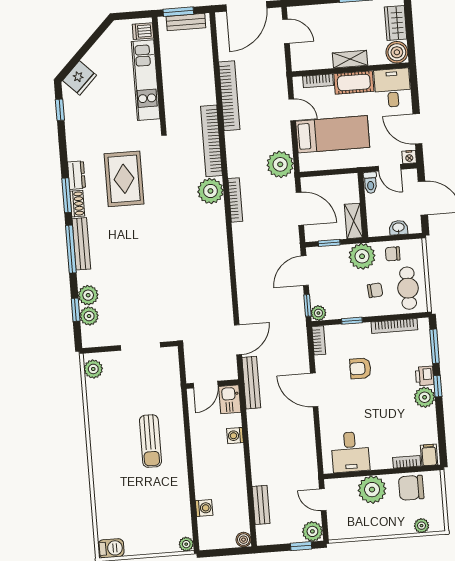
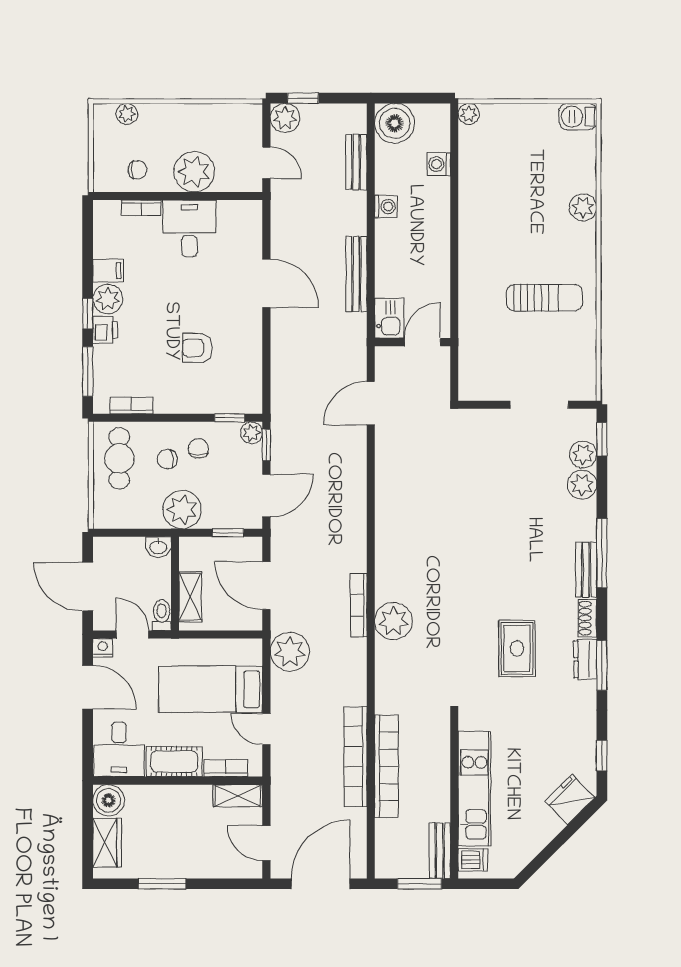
bench: (186, 22) -> (440, 851), moved, turned 90
shelving: (350, 59) -> (238, 796), moved
bookcase: (211, 141) -> (386, 766), moved
rug: (124, 179) -> (517, 649), width x0.73, depth x0.70
window: (67, 195) -> (602, 665), moved
shelving: (354, 221) -> (190, 597), moved
washbasin: (398, 228) -> (158, 547), moved
bench: (81, 244) -> (586, 570), width x0.73
chair: (393, 254) -> (198, 448), moved, turned -90
window: (76, 310) -> (602, 439), moved
window: (352, 321) -> (230, 418), moved
bookcase: (394, 326) -> (131, 405), width x0.64
bookcase: (319, 340) -> (254, 393), removed
doorway: (140, 346) -> (539, 405), moved
armchair: (360, 368) -> (197, 348), turned 180
plant: (93, 369) -> (583, 207), moved
bench: (251, 383) -> (356, 274), moved
door: (314, 390) -> (266, 283), moved
washing machine: (235, 436) -> (386, 206), moved
sun lounger: (150, 441) -> (545, 298), moved, turned 90
desk: (350, 452) -> (189, 228), moved
filing cabinet: (429, 455) -> (108, 271), moved, turned -90
chair: (411, 488) -> (137, 170), width x0.54, depth x0.54
boiler: (244, 540) -> (395, 123), width x1.86, depth x1.86

